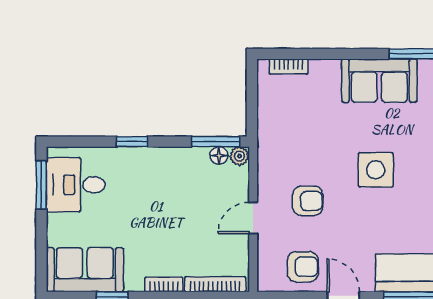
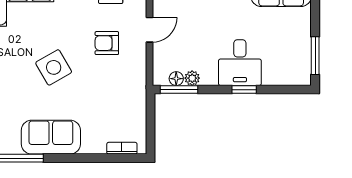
plant: (239, 156) -> (192, 78), moved
side table: (376, 170) -> (54, 67), turned -30
desk: (76, 185) -> (240, 63), moved, turned 90

